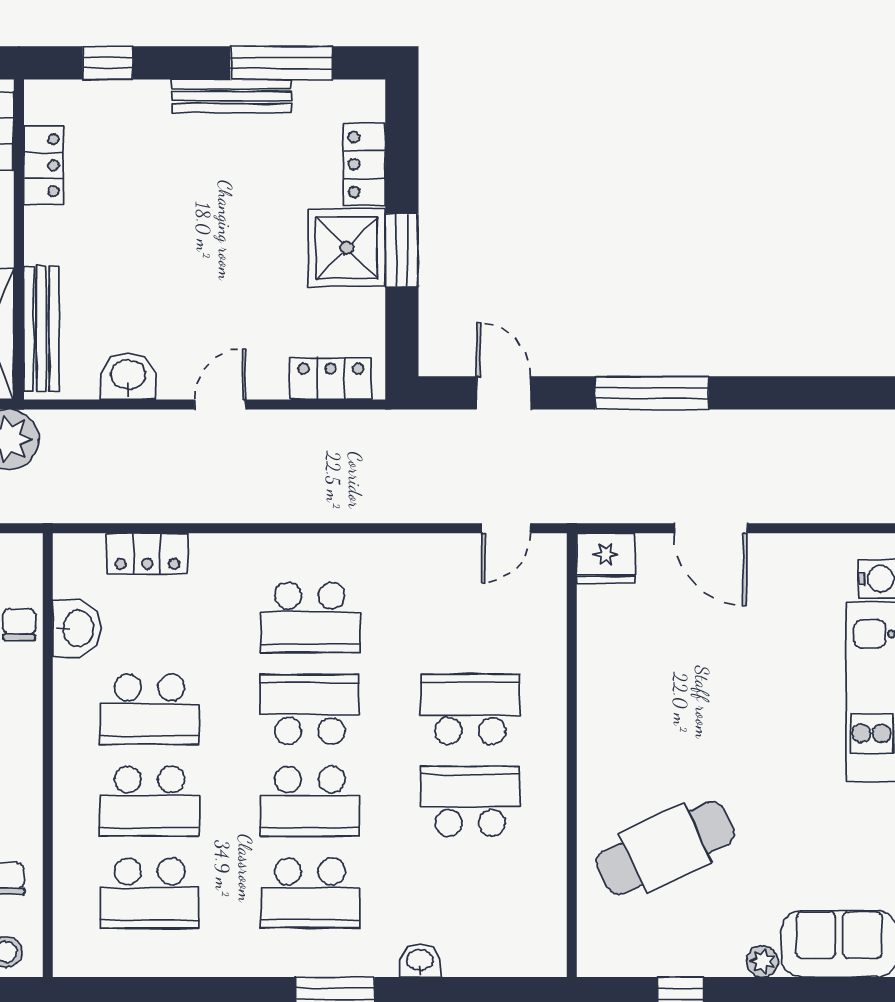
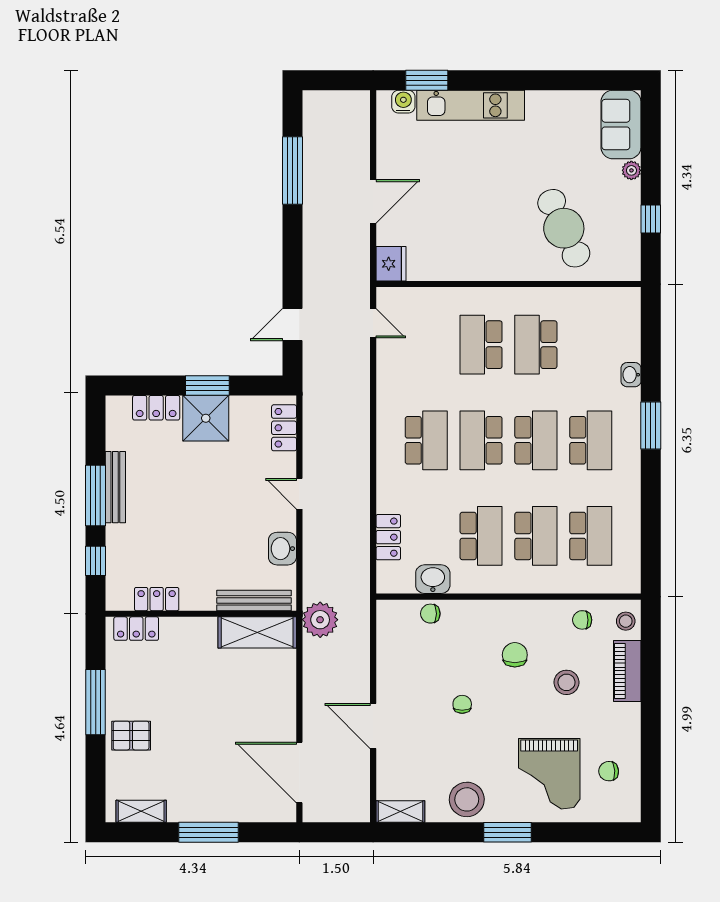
window: (281, 63) -> (96, 495), moved
window: (652, 393) -> (292, 171), moved

